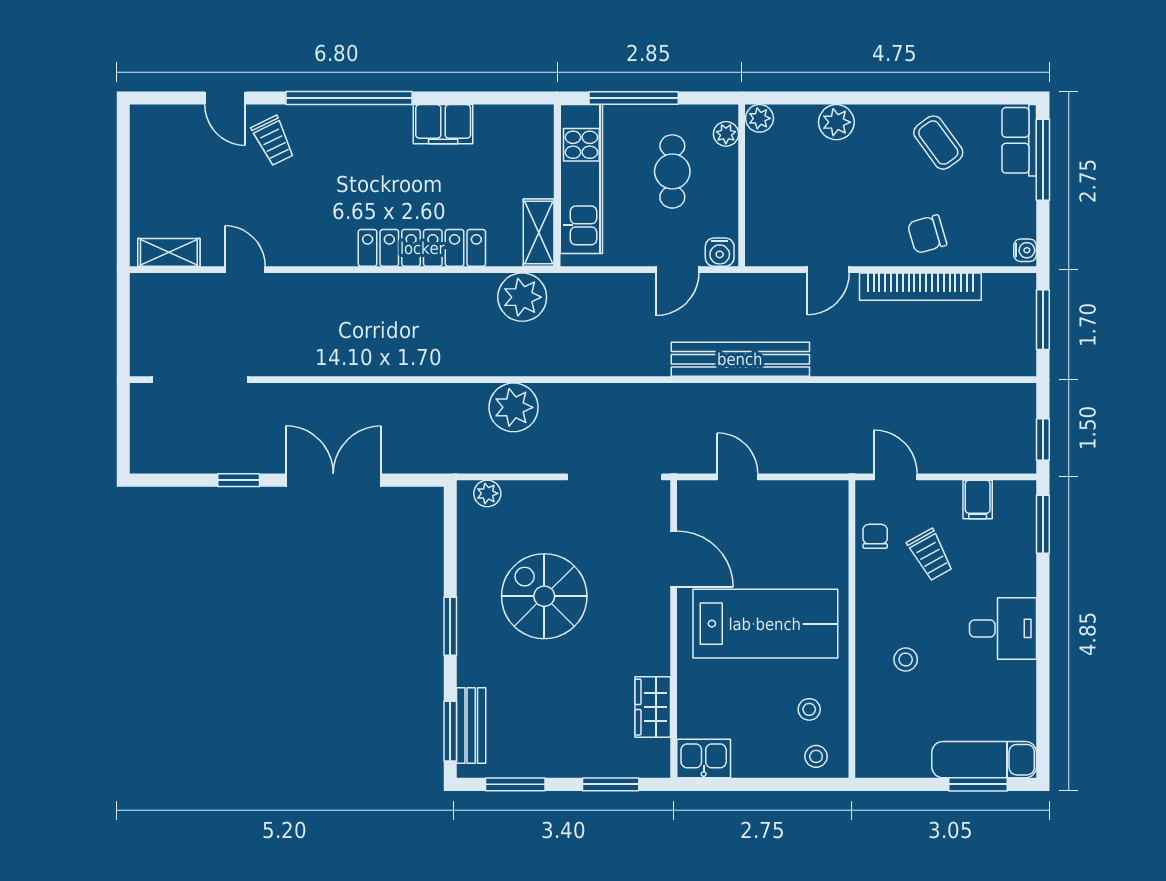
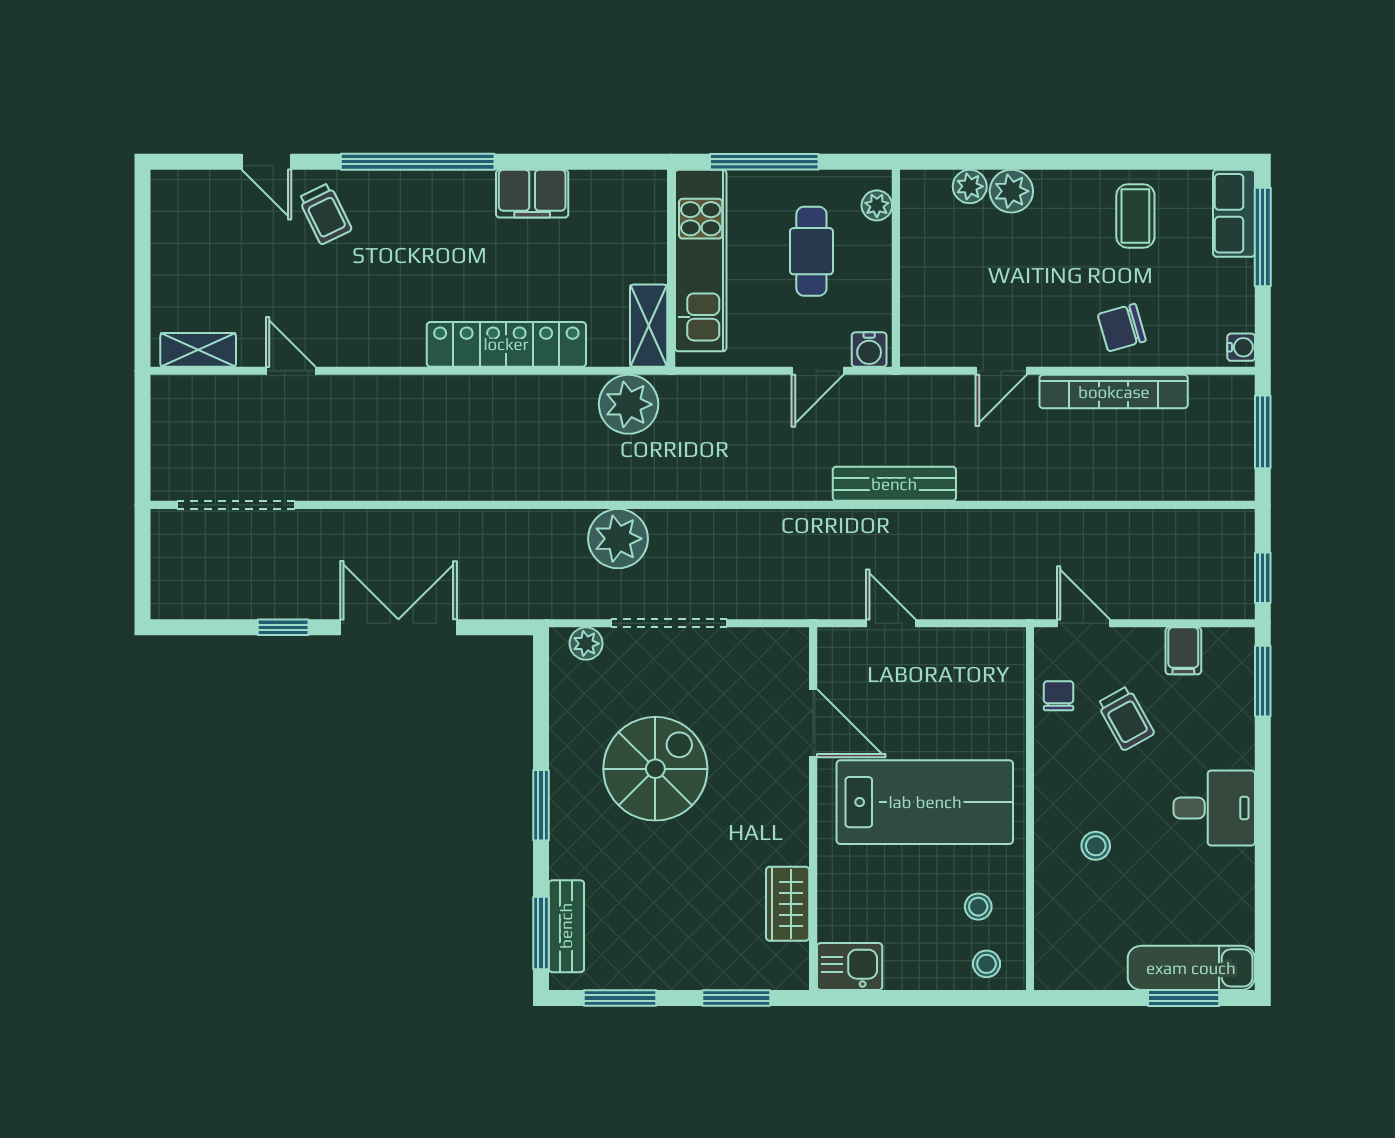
plant: (759, 118) -> (970, 186), moved
coffee table: (938, 143) -> (1135, 216), turned 36
bench: (740, 359) -> (894, 484), width x0.73, depth x0.82
doorway: (615, 477) -> (669, 623), moved
spiral stairs: (544, 596) -> (655, 769), turned 90

